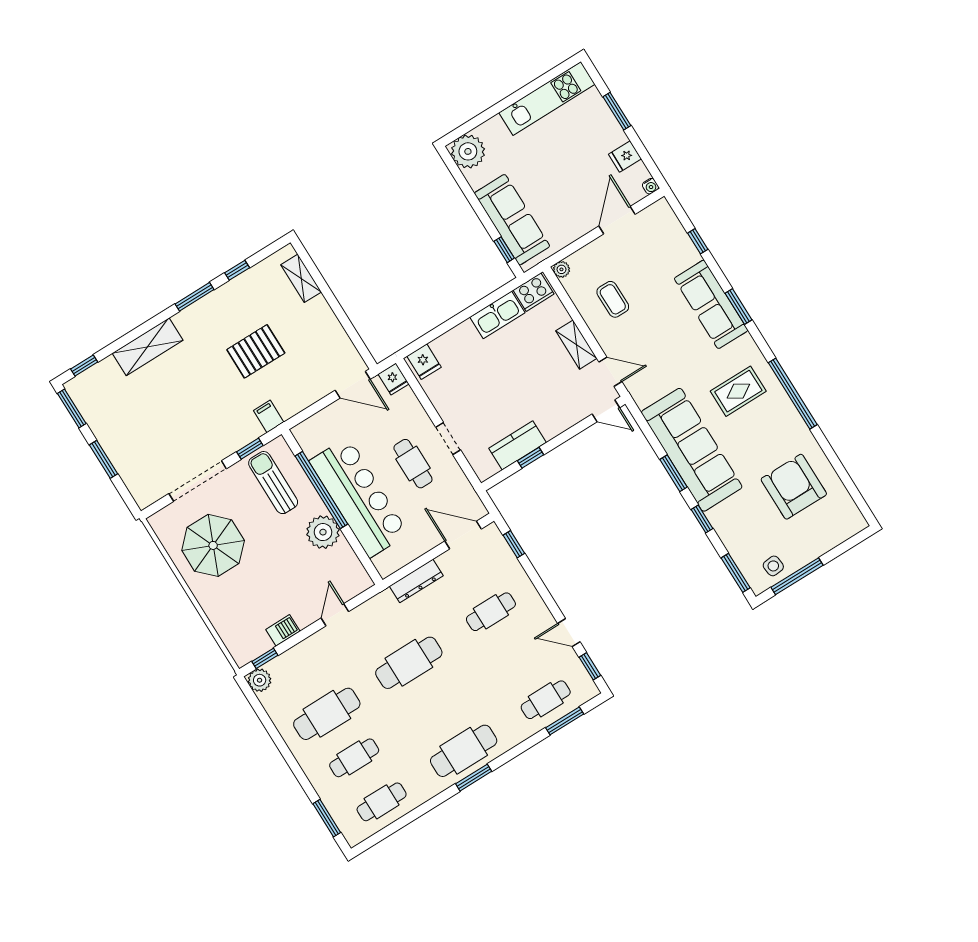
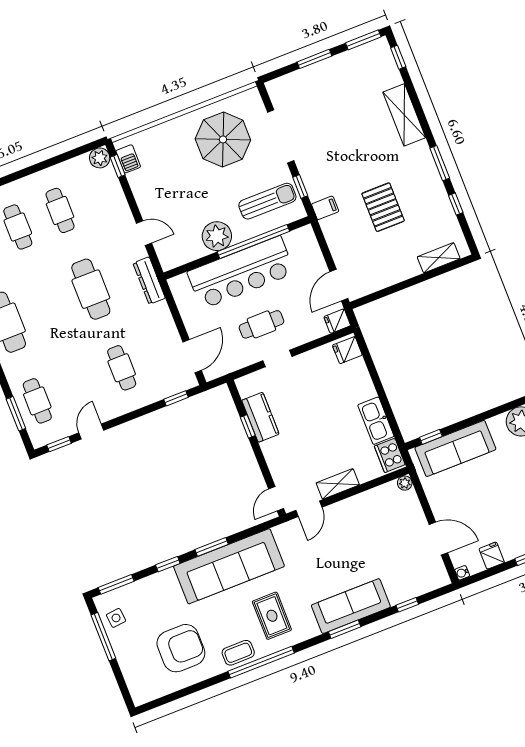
coffee table: (613, 299) -> (238, 653), moved
dresser: (416, 581) -> (149, 281), moved
barbecue: (283, 630) -> (128, 159), moved
cafe table: (327, 714) -> (60, 210), width x0.73, depth x0.74

